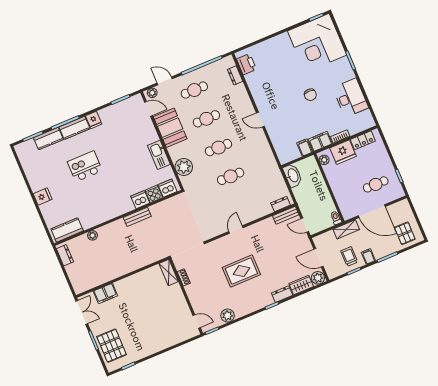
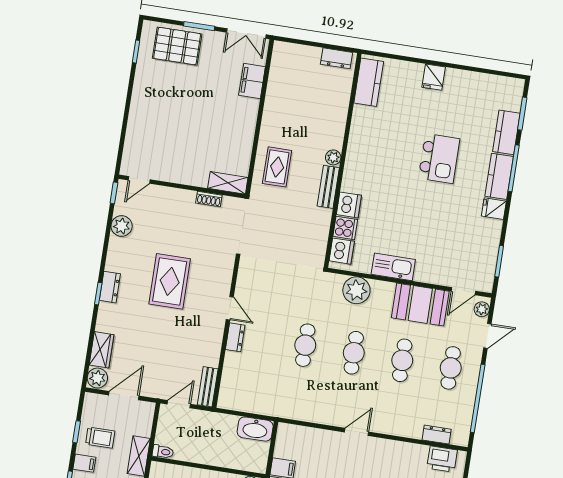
dresser: (281, 204) -> (235, 337), moved
plant: (92, 235) -> (333, 157), moved
rug: (144, 251) -> (277, 167), added
dresser: (282, 294) -> (110, 287), moved

